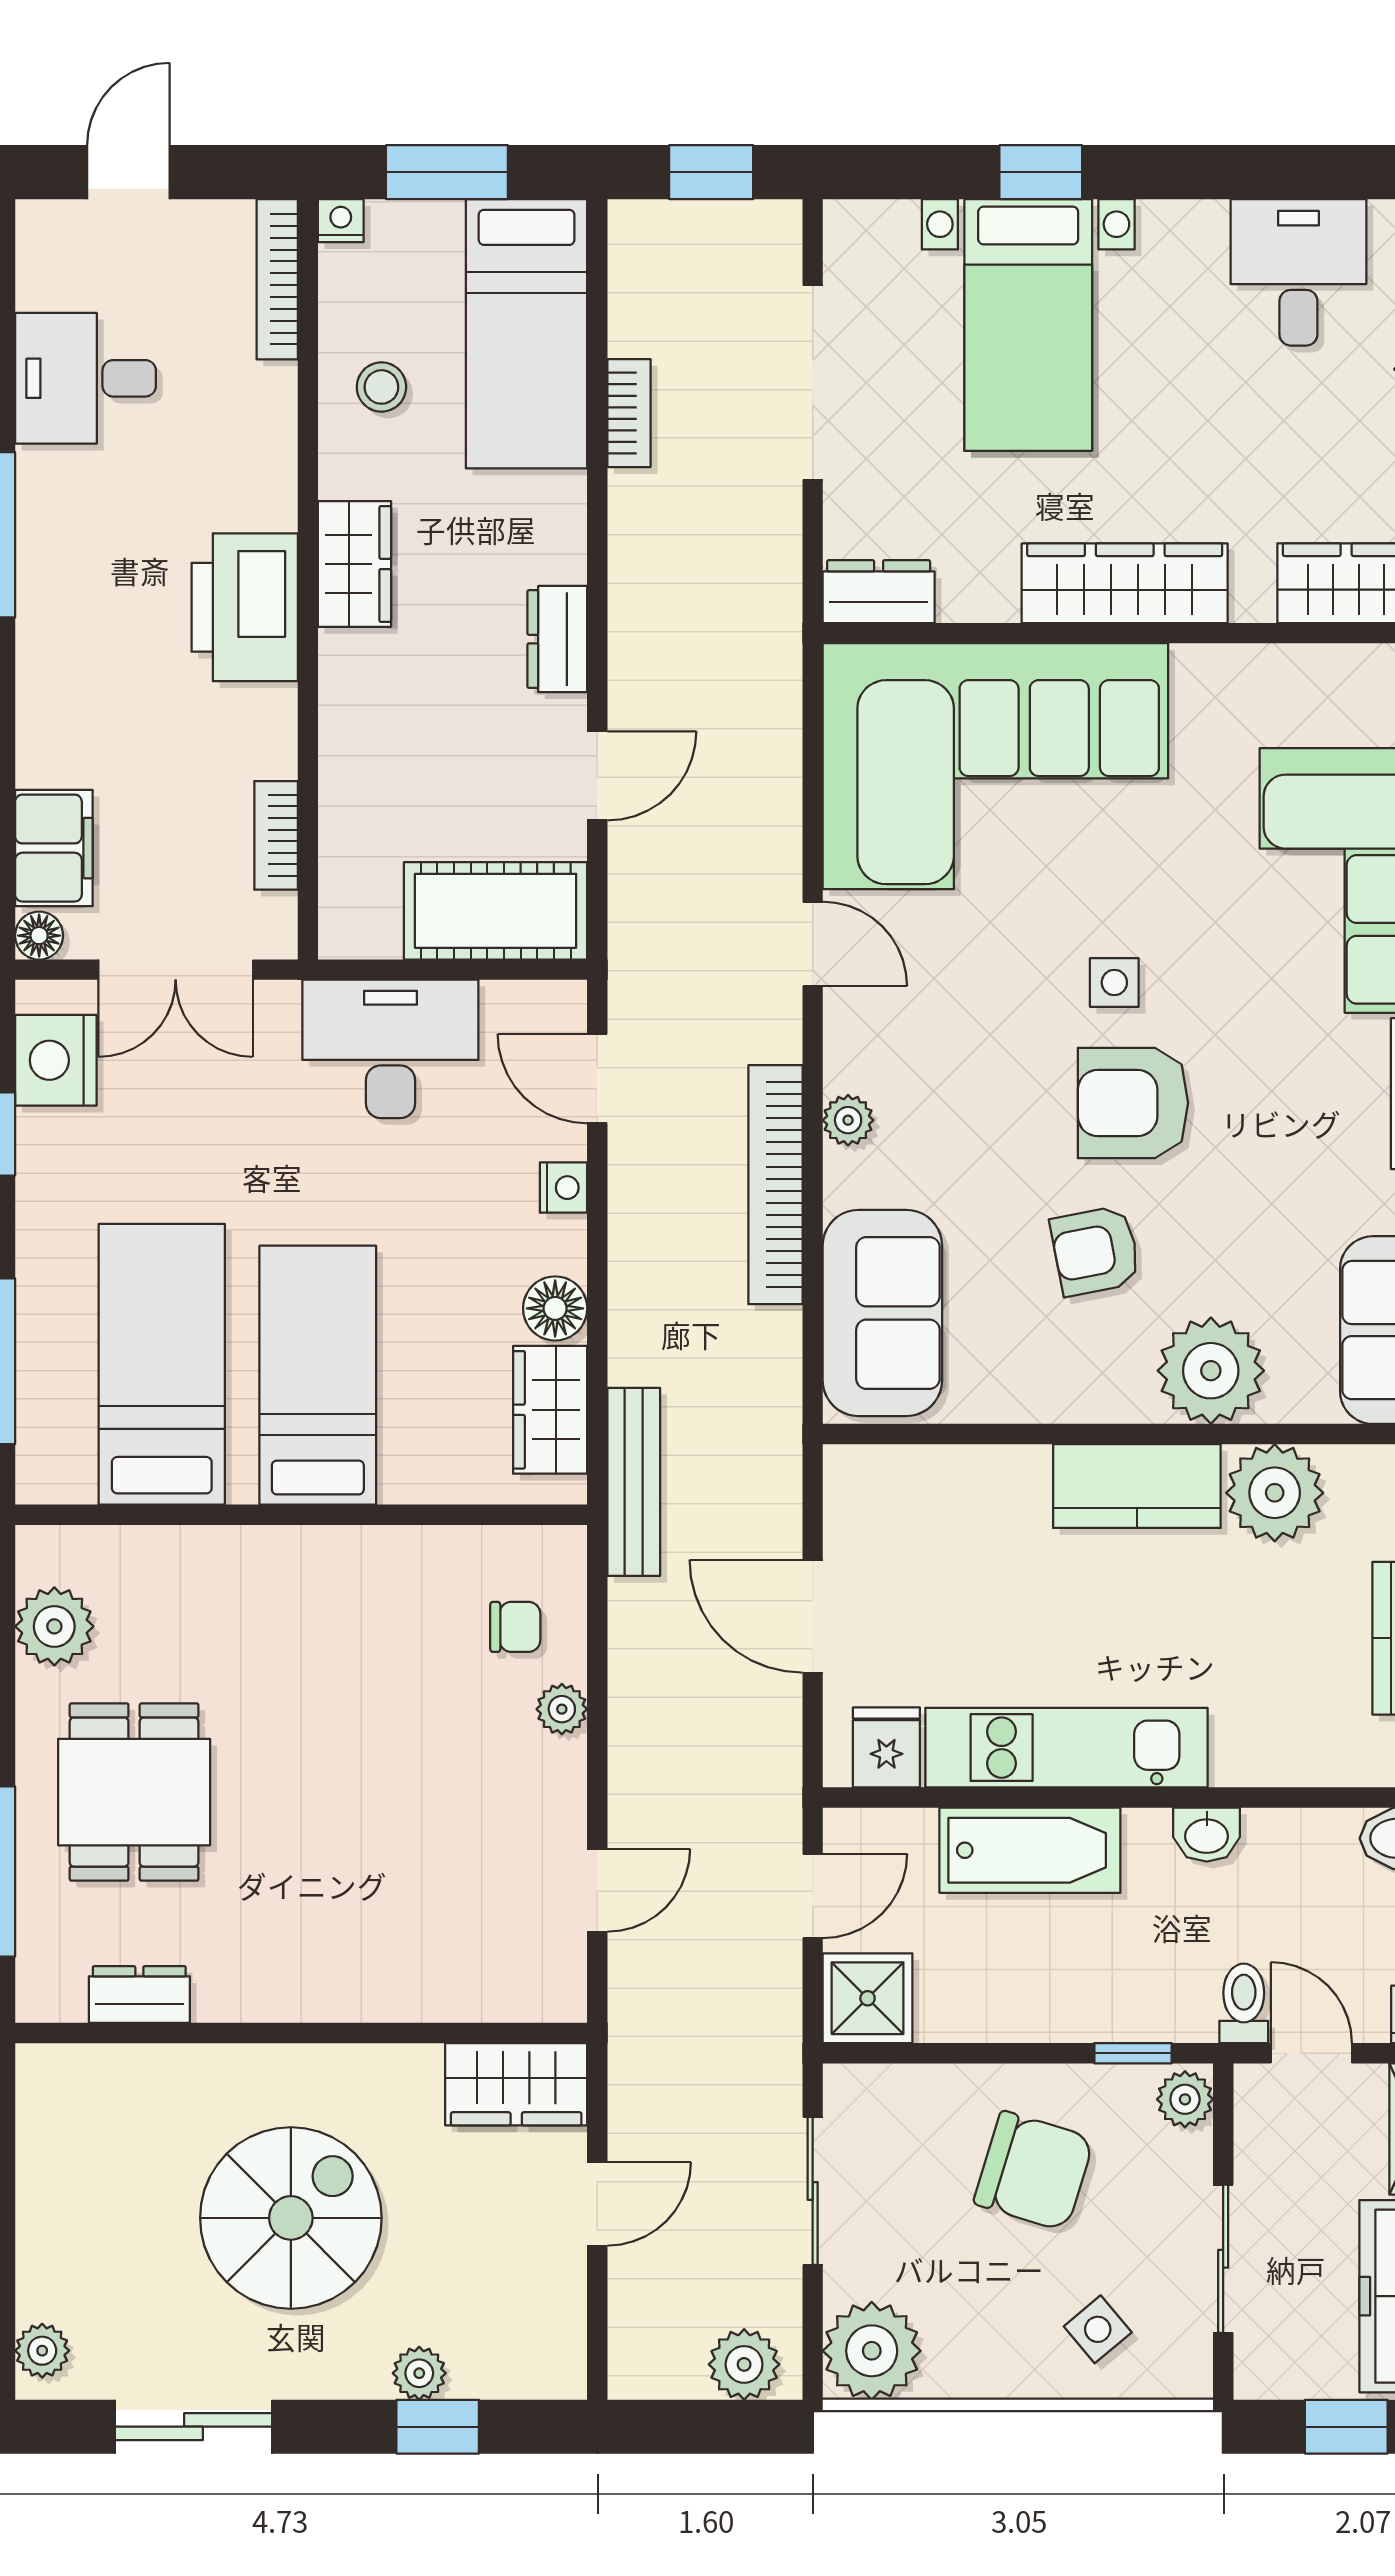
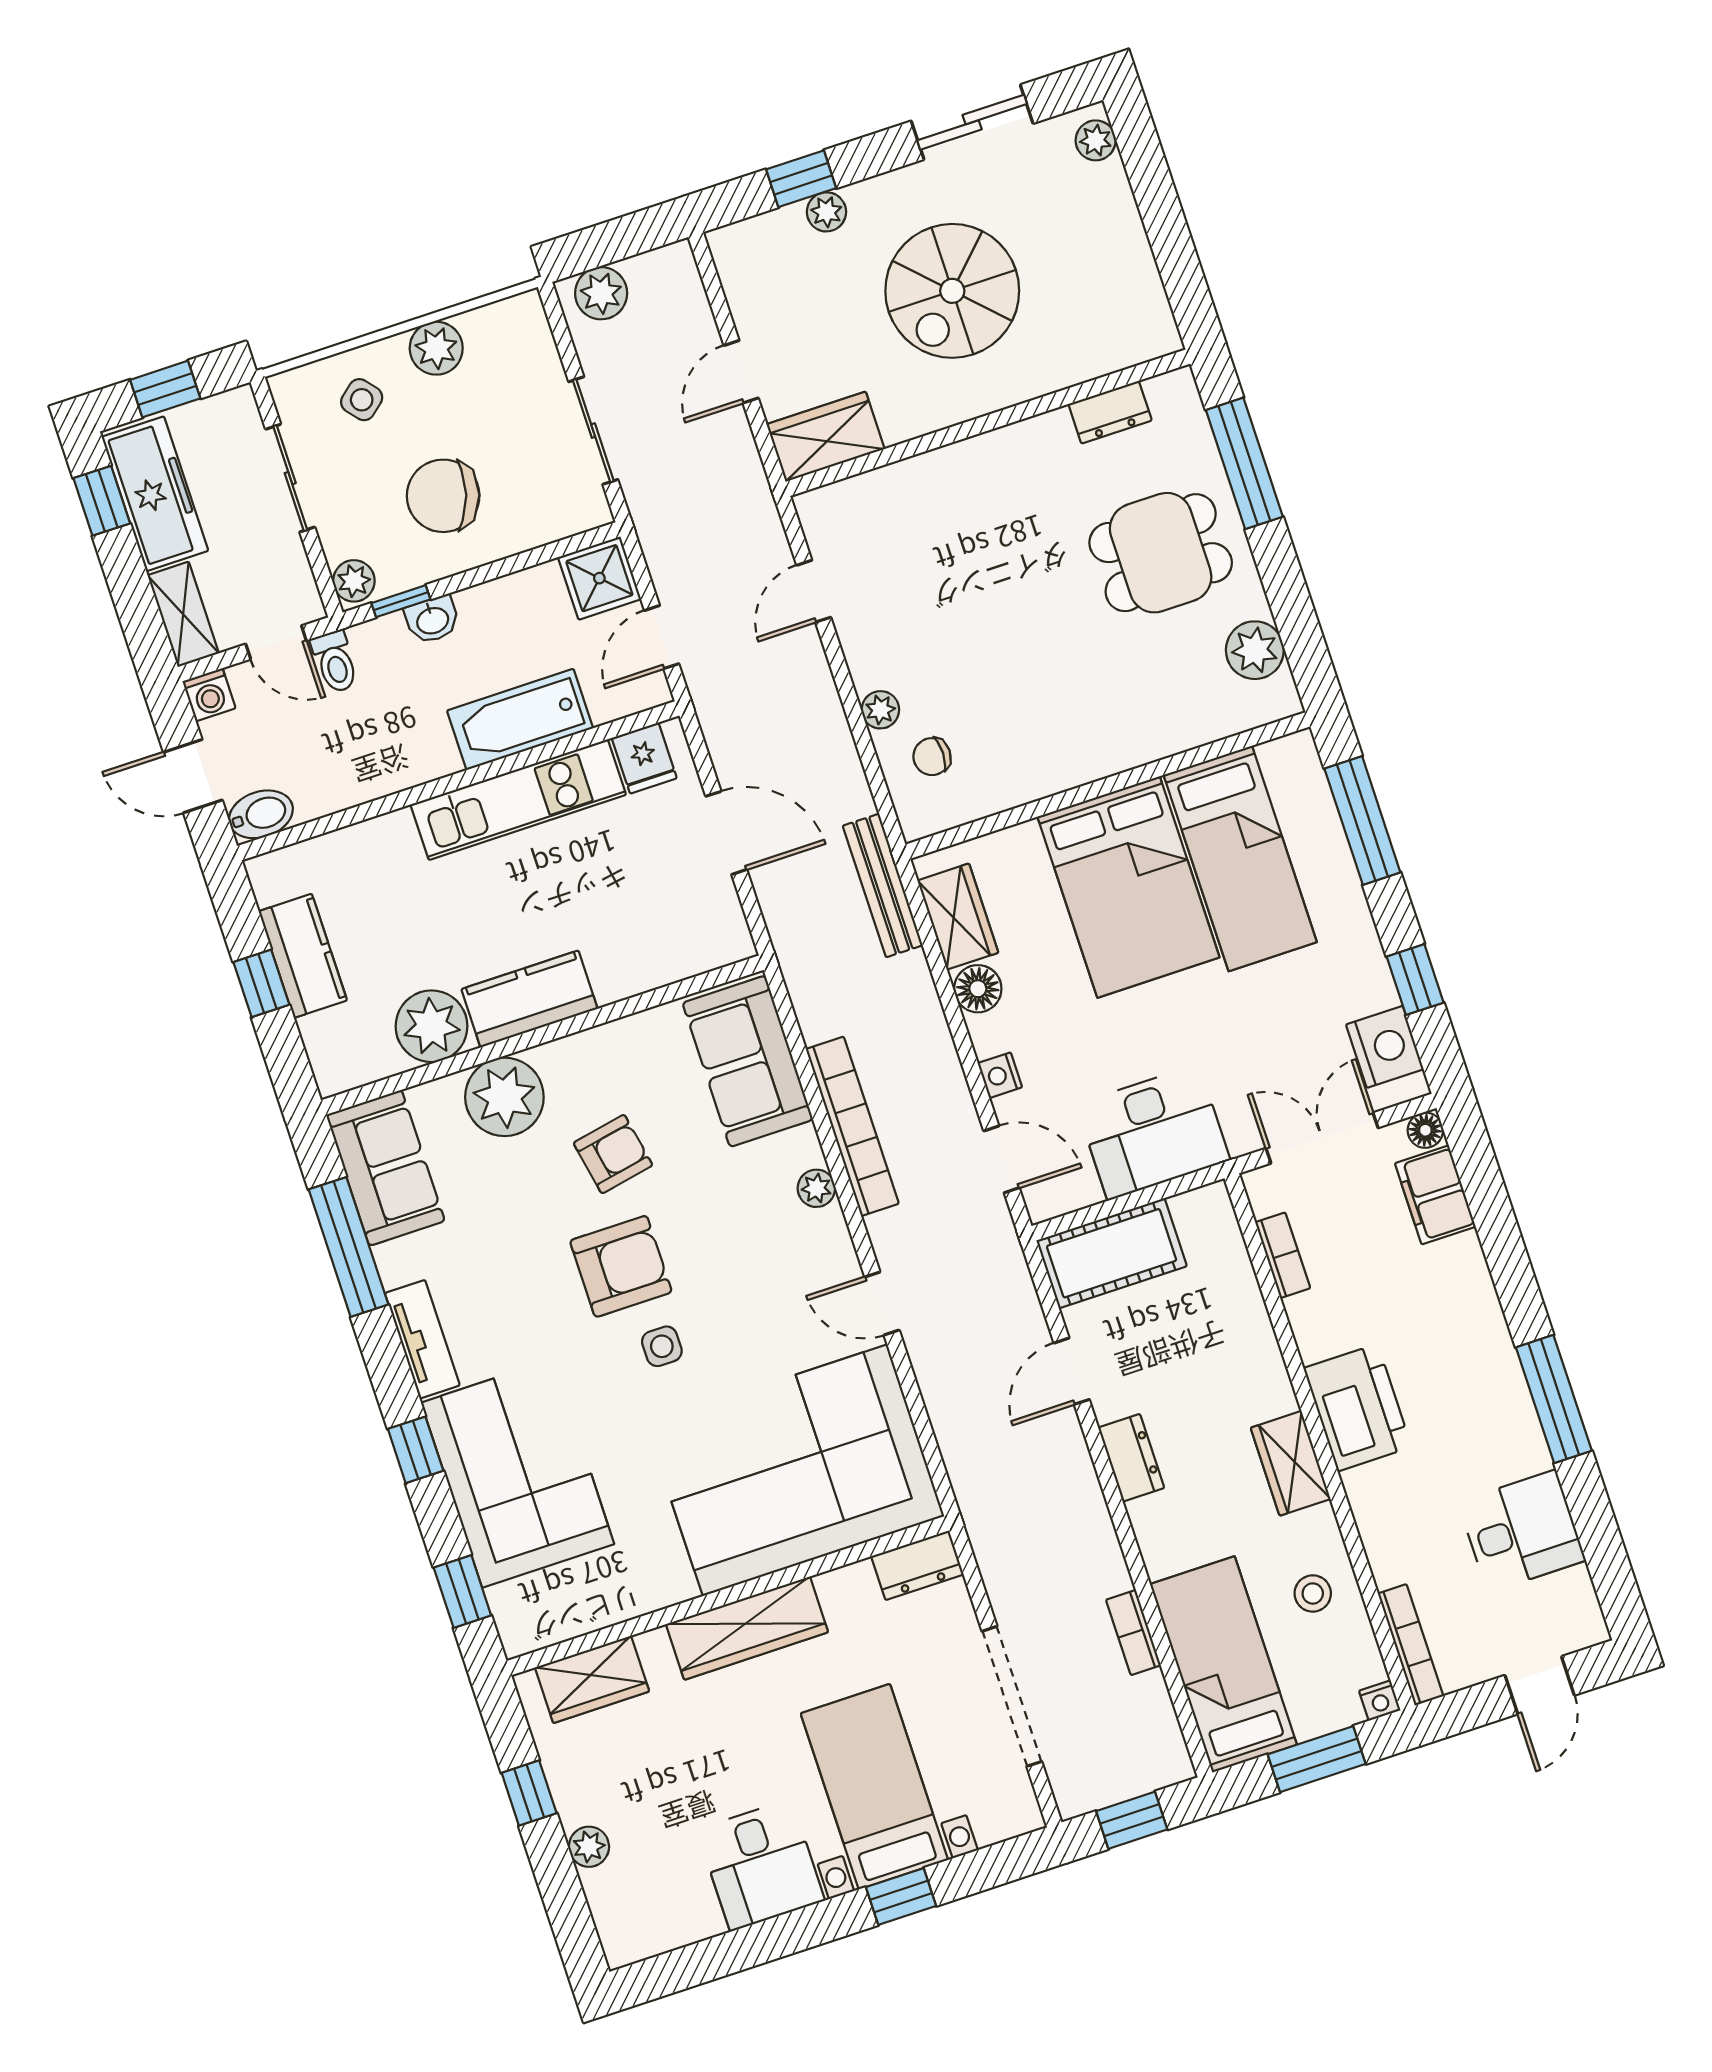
desk: (1298, 272) -> (761, 1865), moved
bed: (318, 1375) -> (1129, 887), width x1.50
dining table: (134, 1792) -> (1161, 553), turned 90
washbasin: (1207, 1835) -> (432, 620), moved, turned 180
plant: (872, 2351) -> (436, 348), moved, width x0.73, depth x0.73

